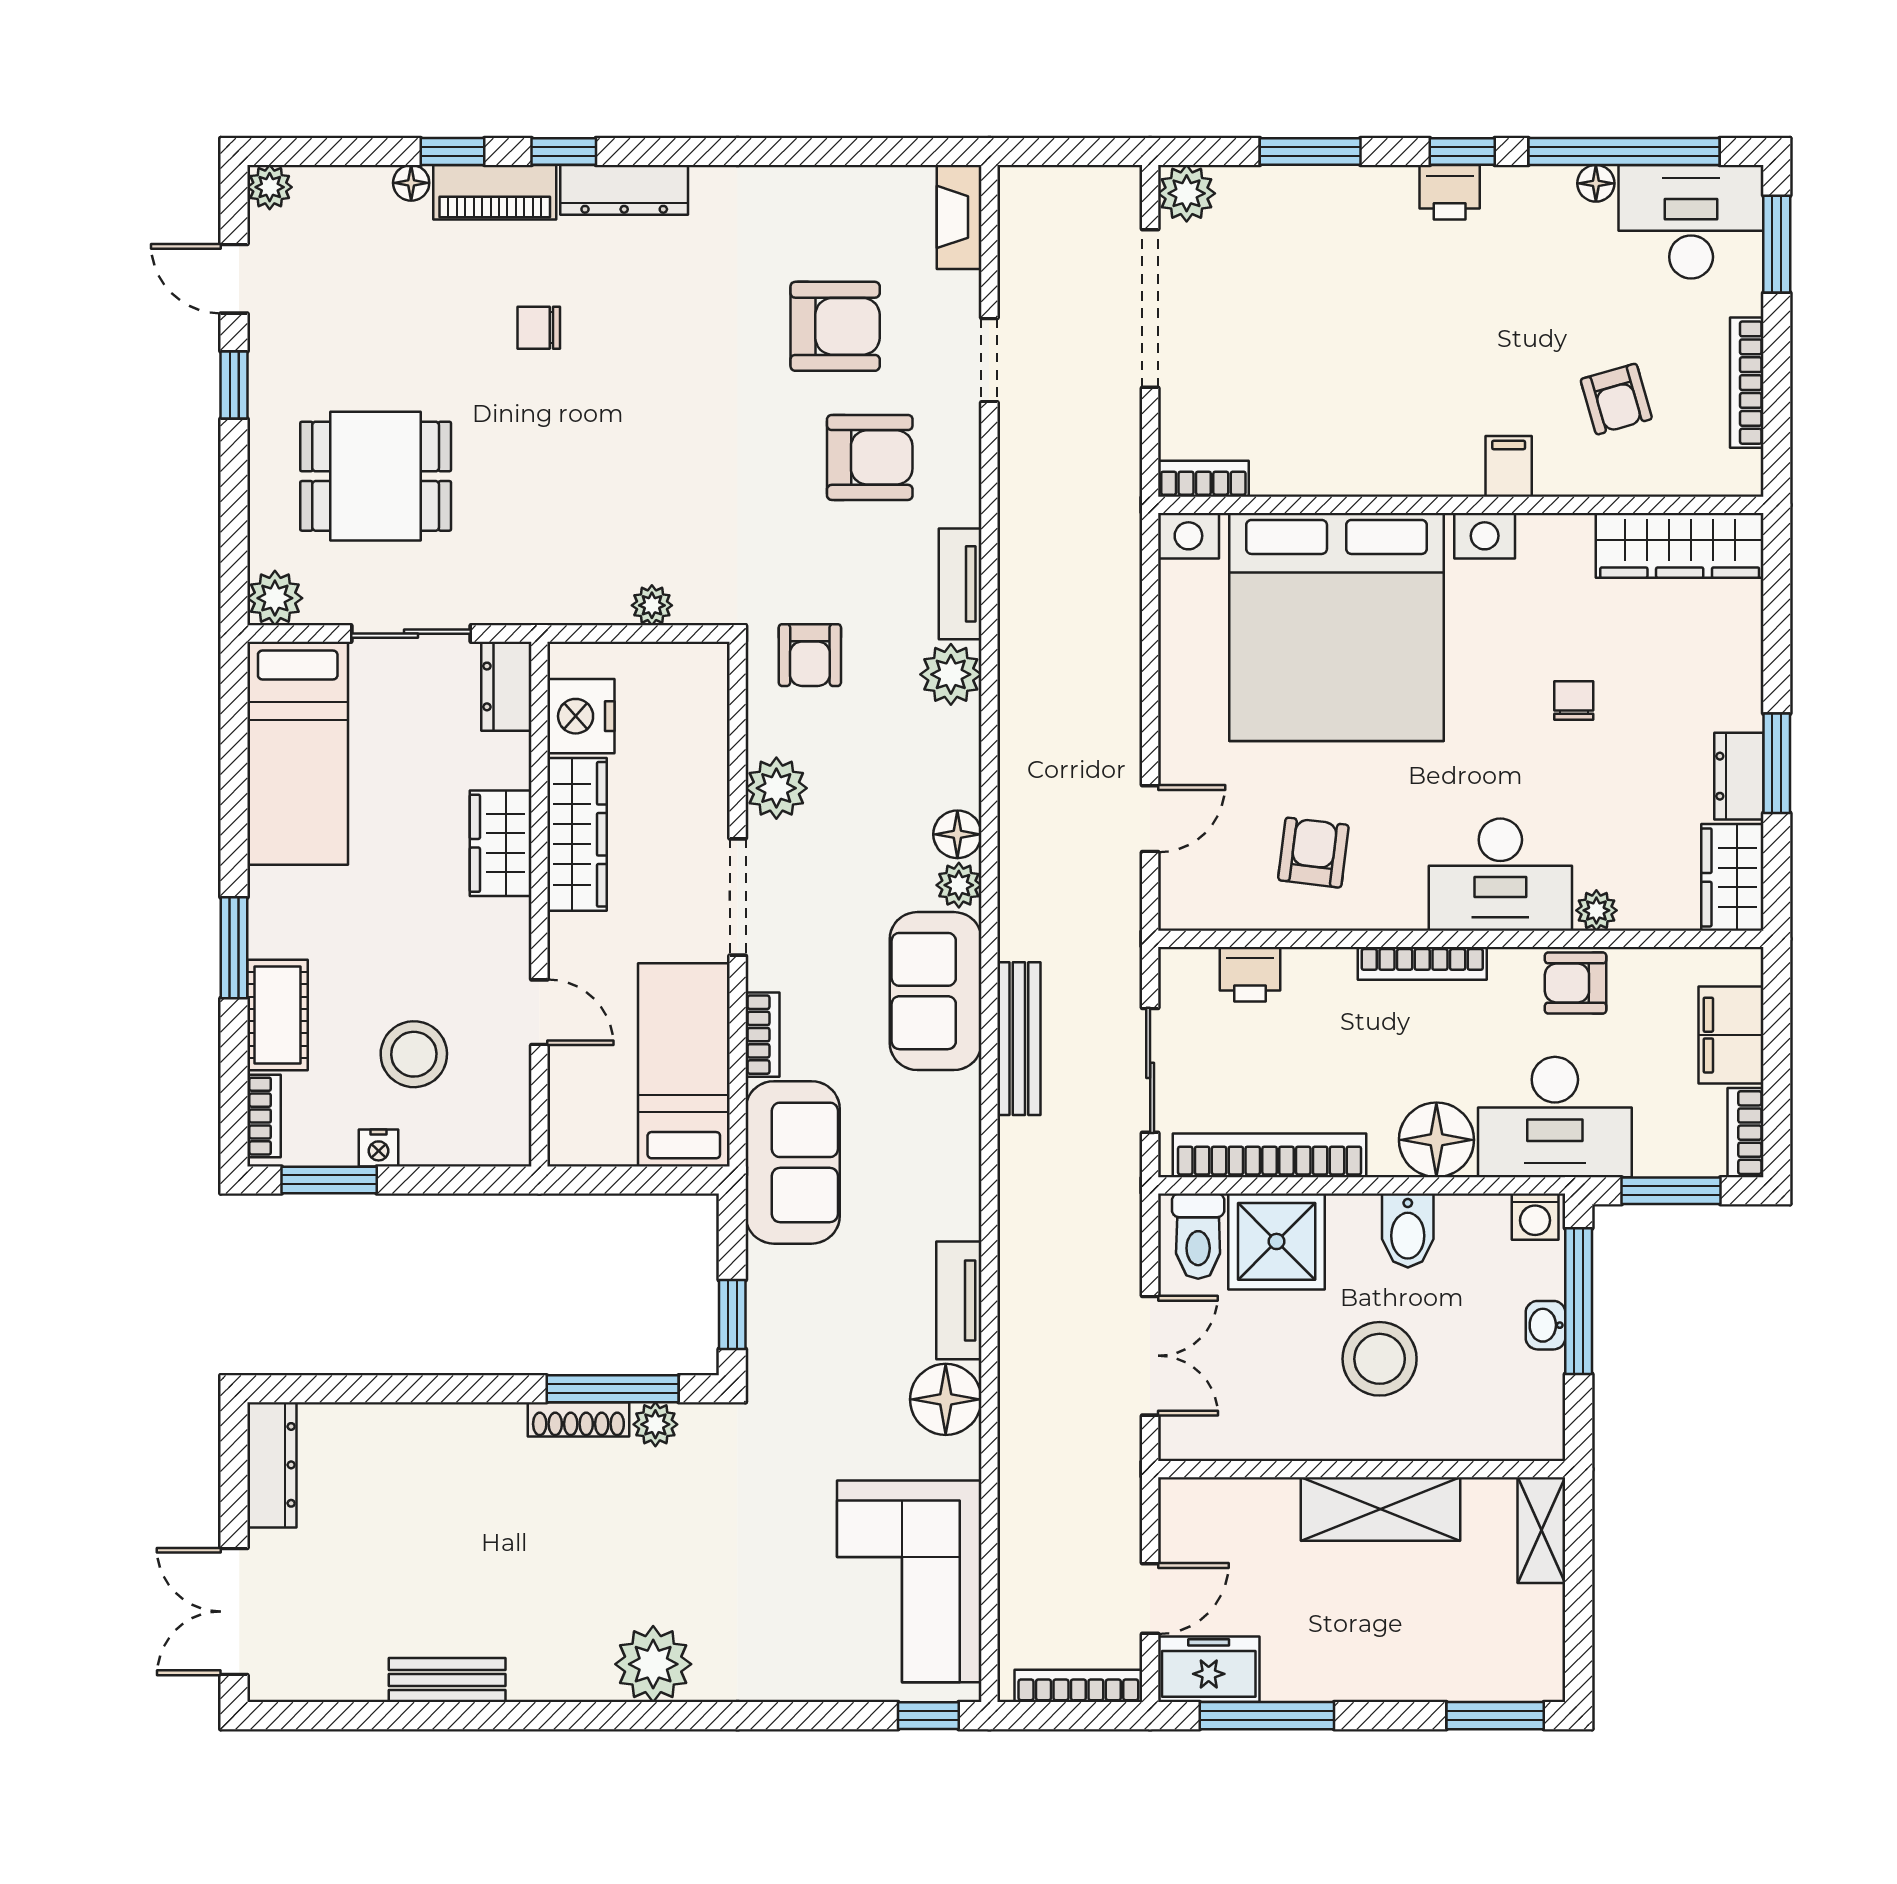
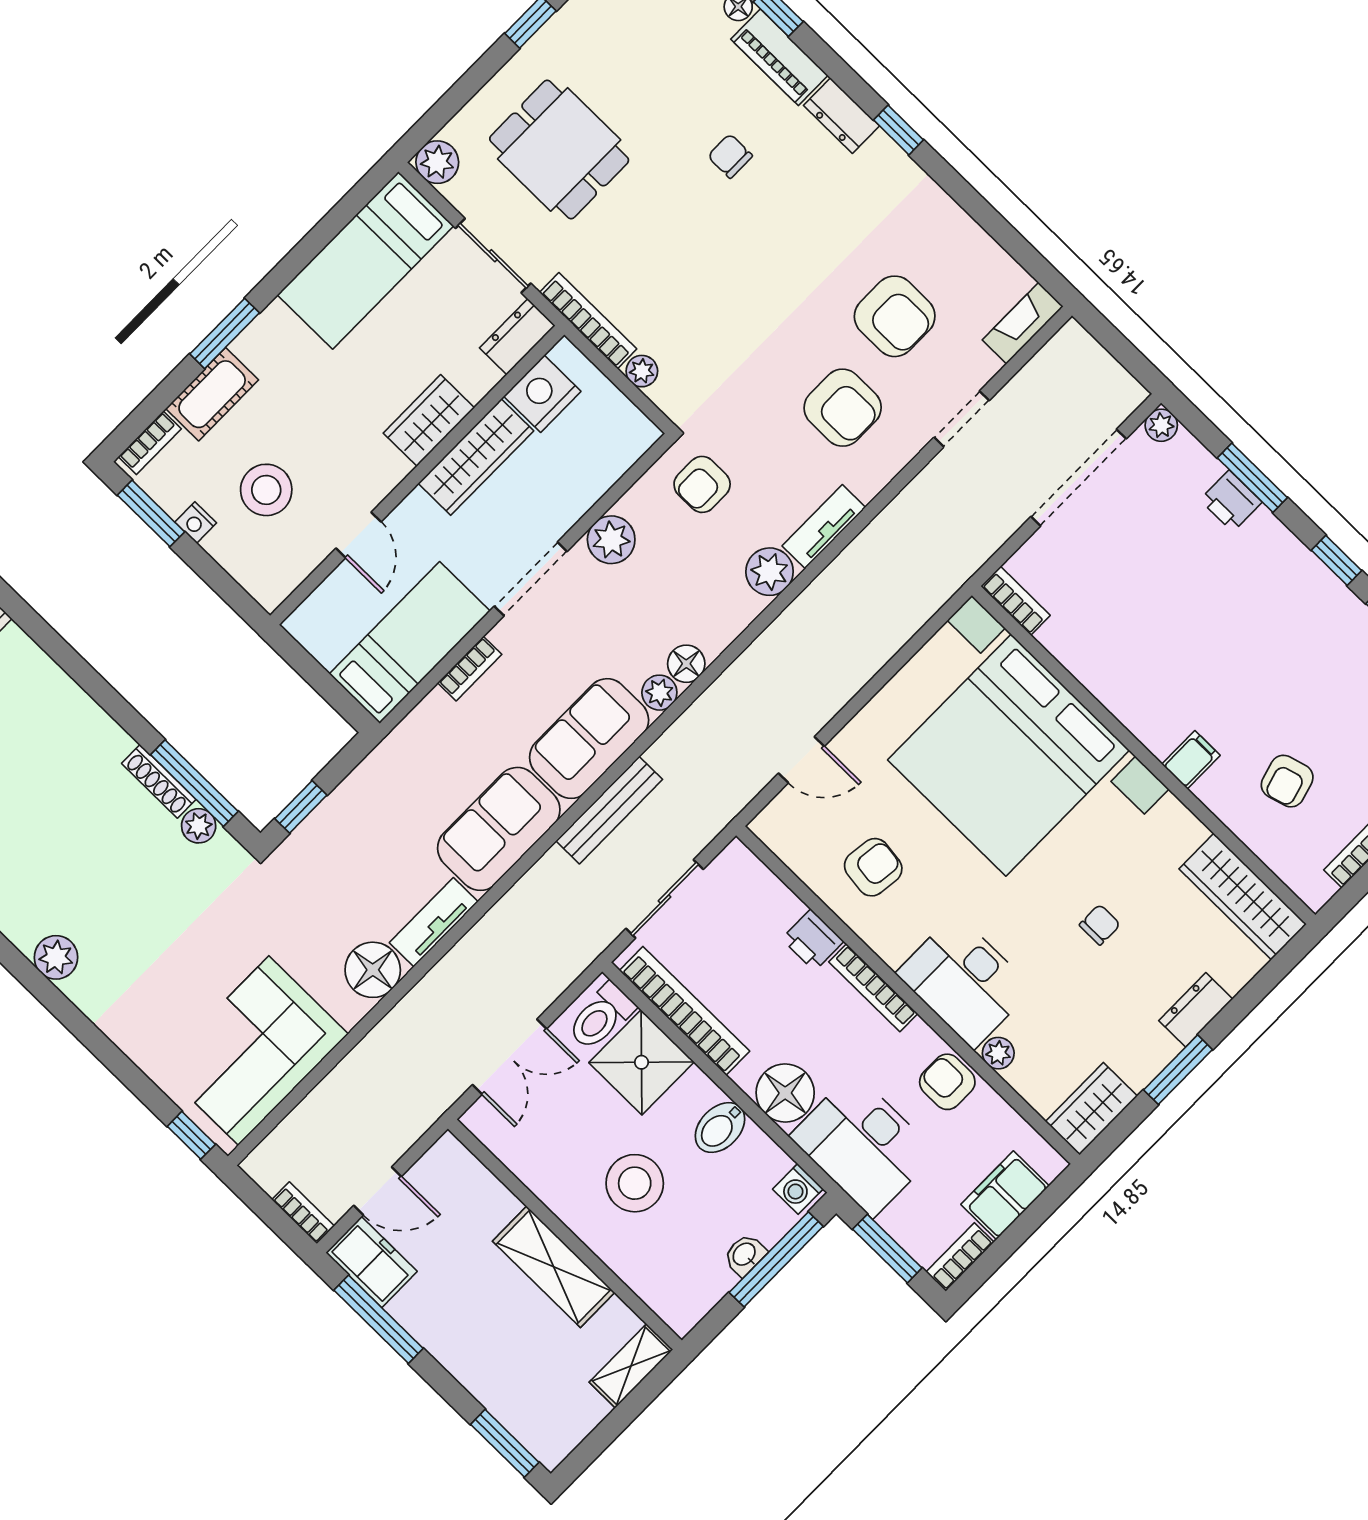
window: (564, 151) -> (899, 130), moved
dresser: (624, 190) -> (841, 116), width x0.70
printer: (1450, 192) -> (1231, 501), moved
plant: (1187, 193) -> (1161, 425), width x0.73, depth x0.73
bookcase: (557, 607) -> (588, 321), added
dresser: (1739, 776) -> (1196, 1010), moved
printer: (1250, 974) -> (813, 940), moved
sofa: (793, 1162) -> (499, 829), moved, turned 180
plant: (653, 1664) -> (56, 957), width x0.73, depth x0.73
bookcase: (1078, 1686) -> (303, 1213), width x0.64

